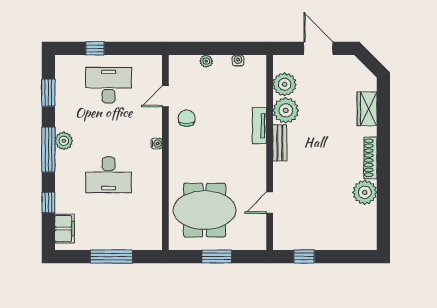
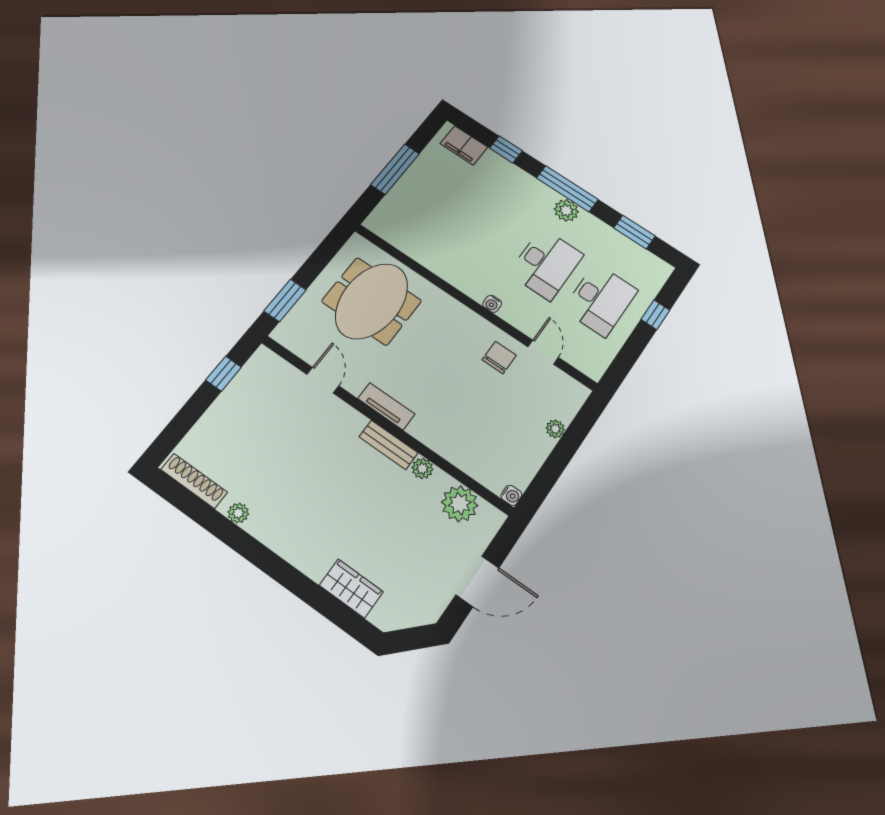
water cooler: (238, 61) -> (511, 495), moved
plant: (286, 110) -> (422, 468), width x0.53, depth x0.53
chair: (187, 118) -> (499, 358), turned -90
tv unit: (259, 126) -> (386, 406), moved
shoe rack: (370, 158) -> (194, 481), moved
desk: (109, 175) -> (546, 264), moved, turned 180
plant: (365, 192) -> (238, 513), width x0.53, depth x0.53
window: (217, 257) -> (285, 300), moved

